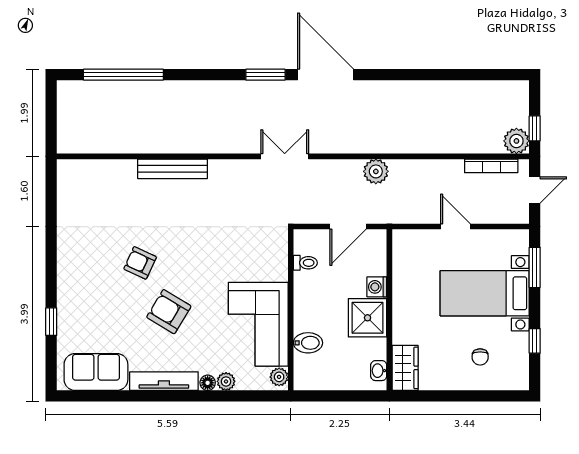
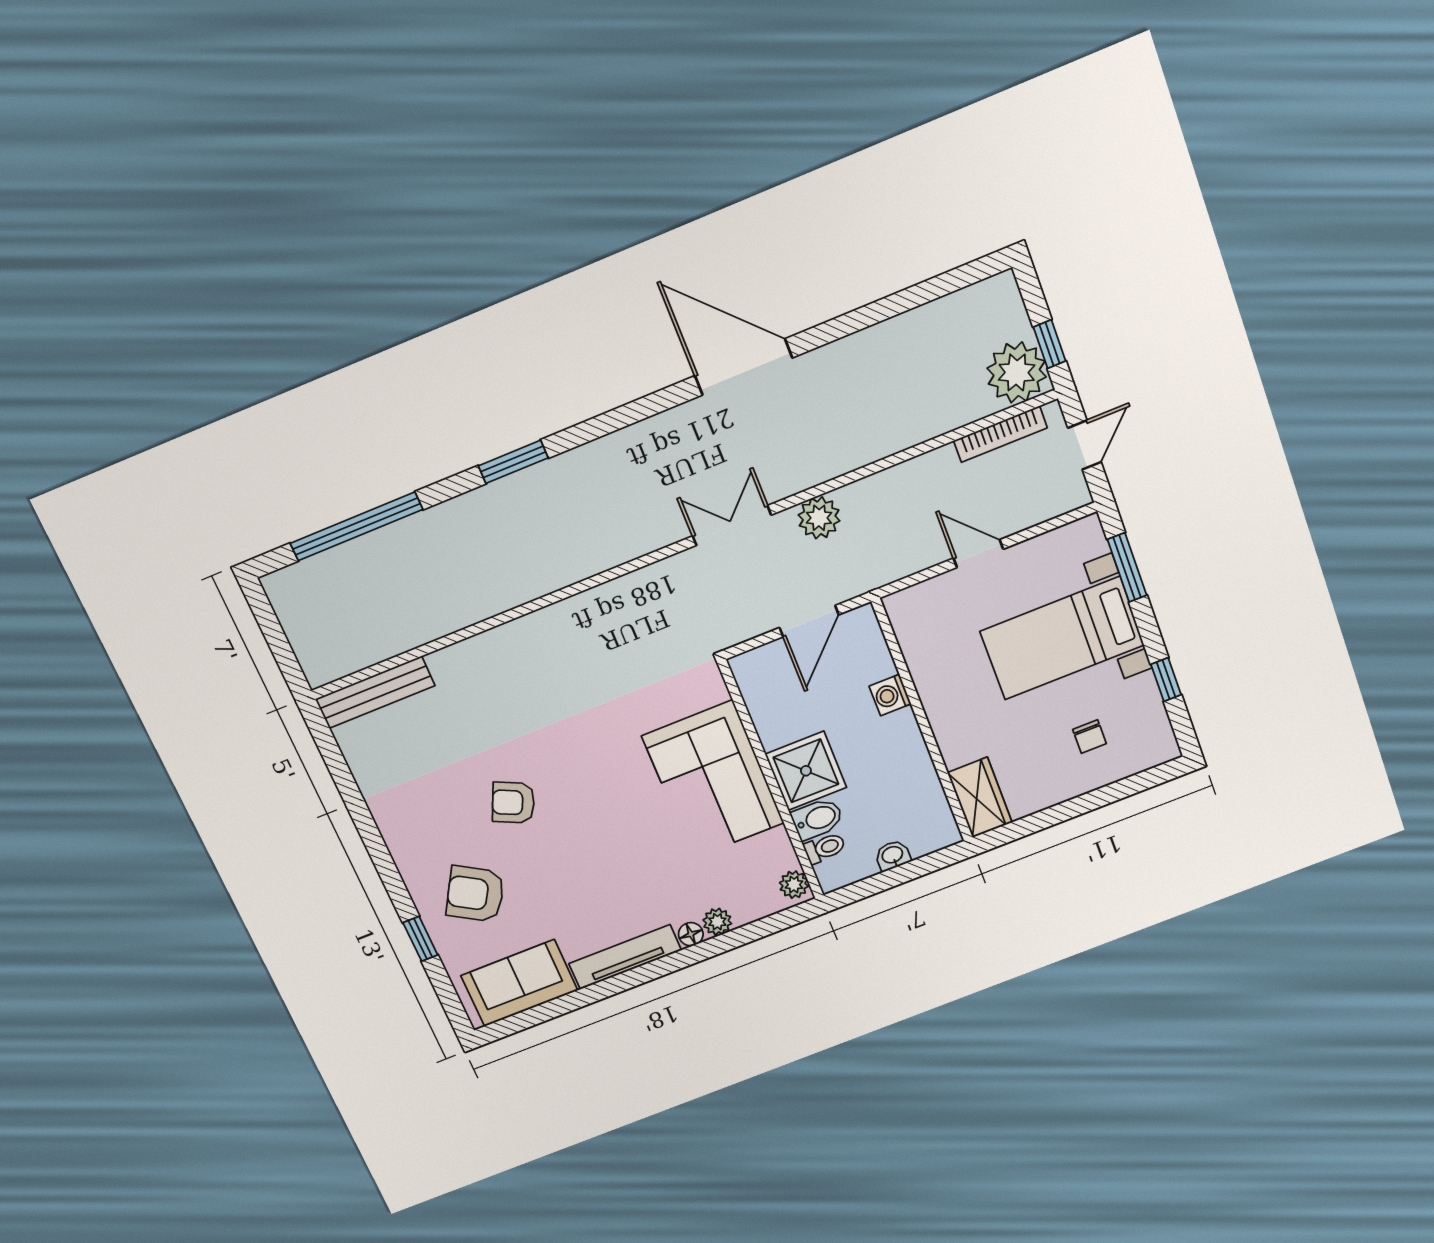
window: (265, 75) -> (513, 462), moved
door: (326, 75) -> (744, 367), moved
plant: (516, 141) -> (1017, 372), width x1.36, depth x1.36
double door: (285, 156) -> (732, 525), moved
bench: (173, 169) -> (375, 692), moved
toilet: (305, 263) -> (825, 848), moved
armchair: (169, 312) -> (475, 894), moved
shower: (368, 318) -> (806, 771), moved
corner sofa: (258, 324) -> (713, 780), moved
washbasin: (379, 371) -> (893, 855), moved, turned 90

